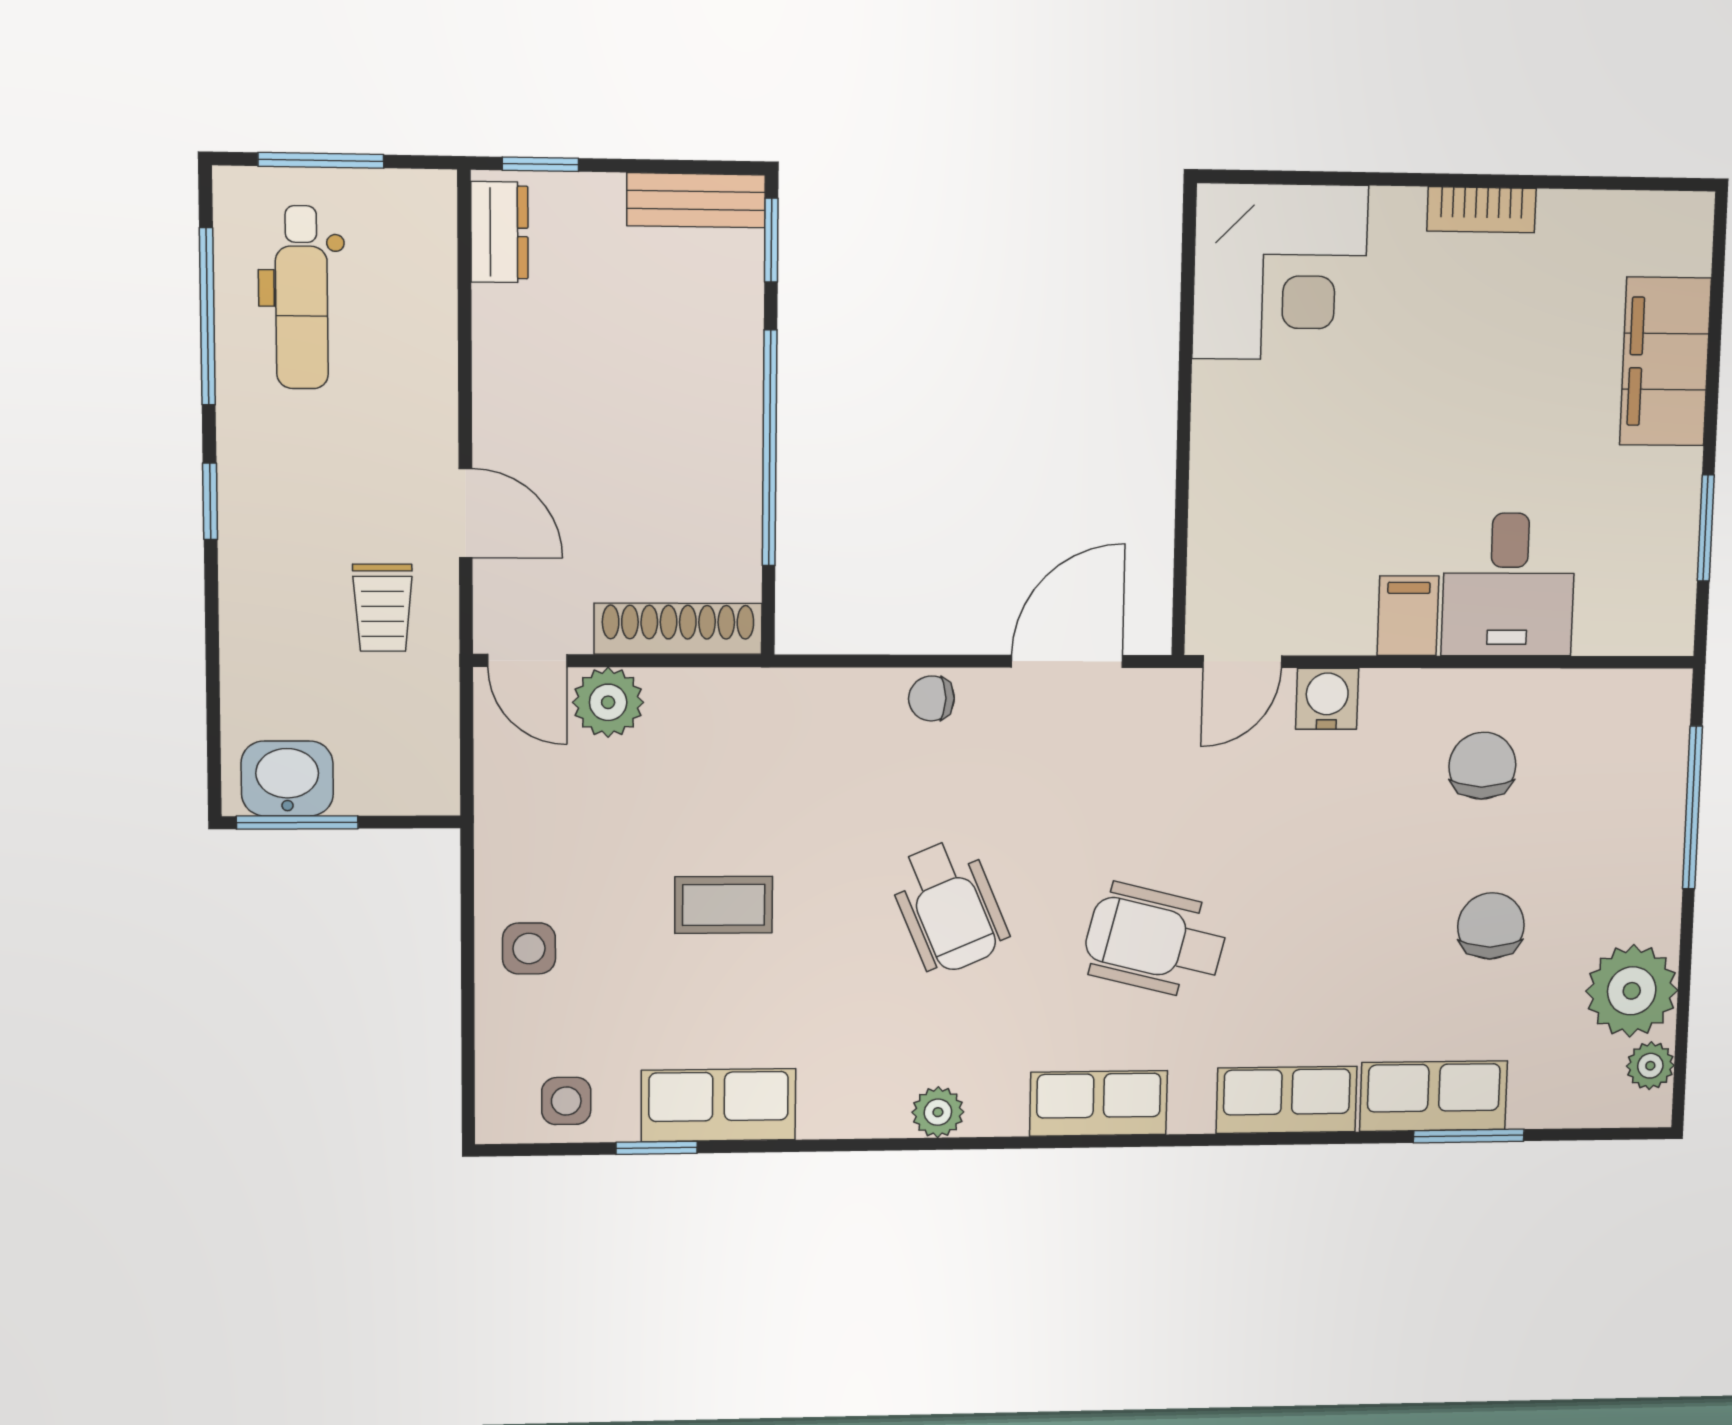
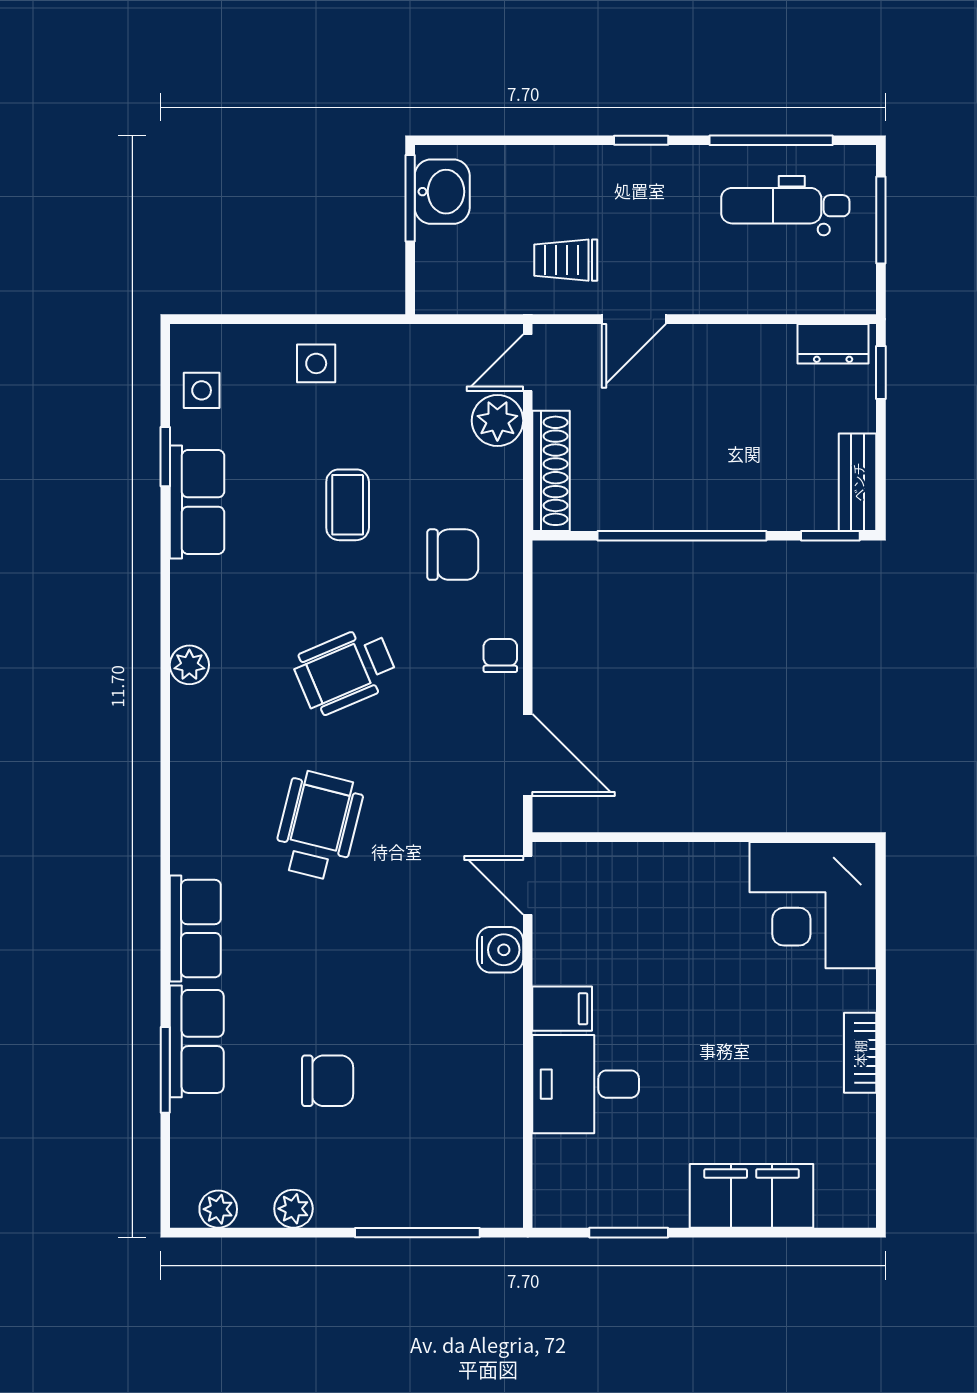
chair: (1482, 766) -> (453, 555), moved
plant: (1632, 991) -> (293, 1209), width x0.53, depth x0.53
row of seats: (1099, 1103) -> (195, 786), removed

